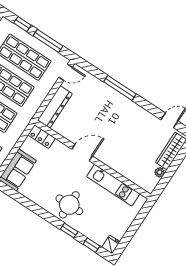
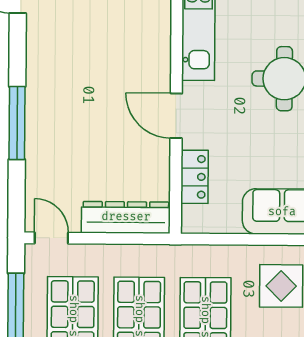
locker: (42, 137) -> (195, 177), moved

